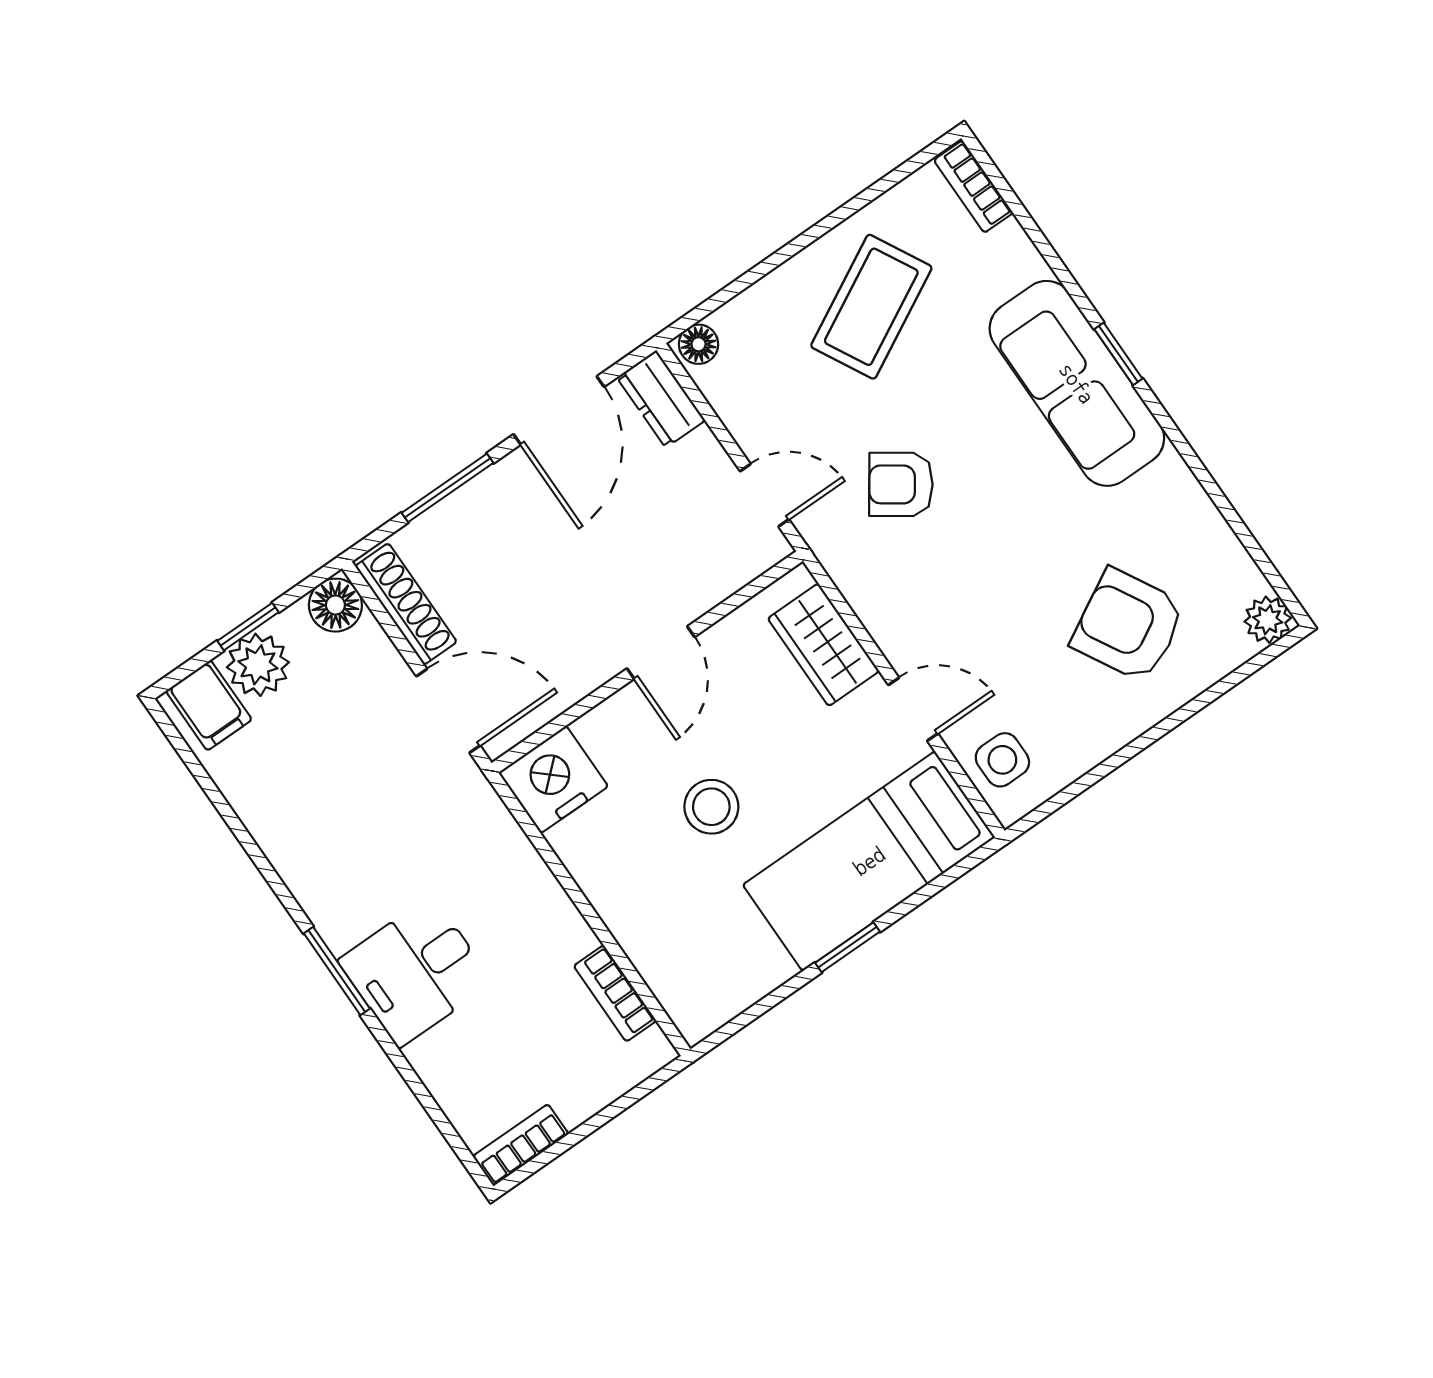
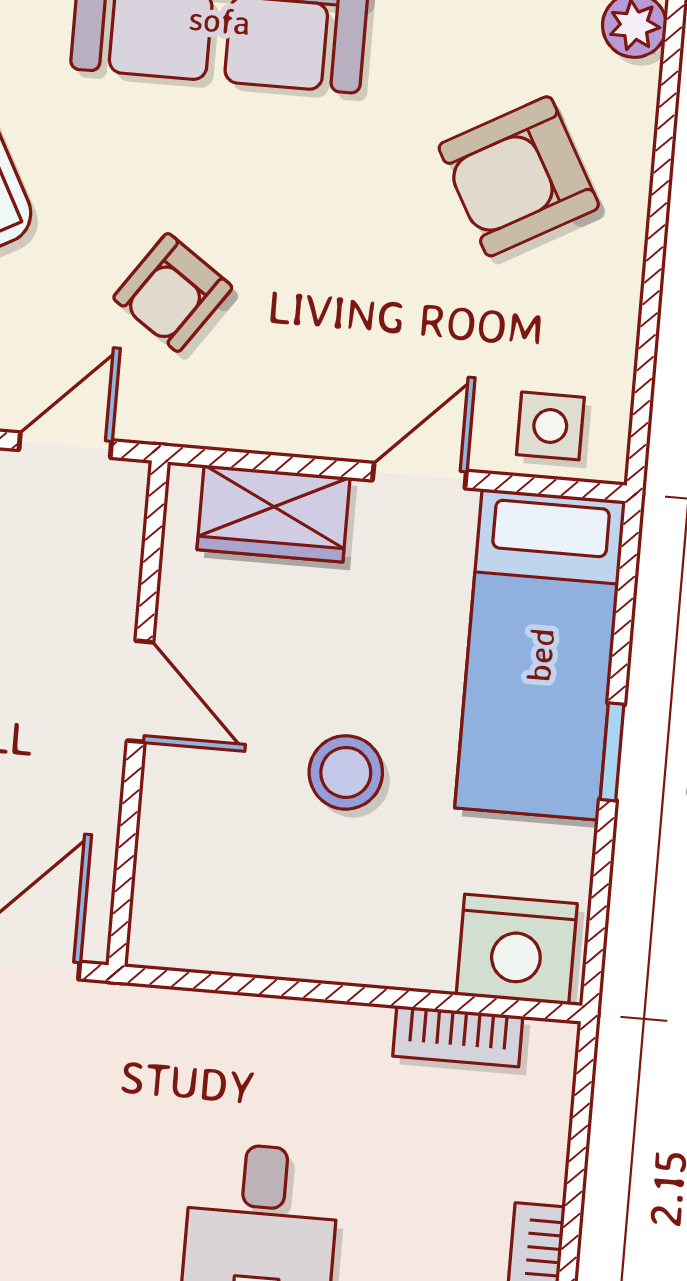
nightstand: (553, 780) -> (517, 949), moved, turned -90

